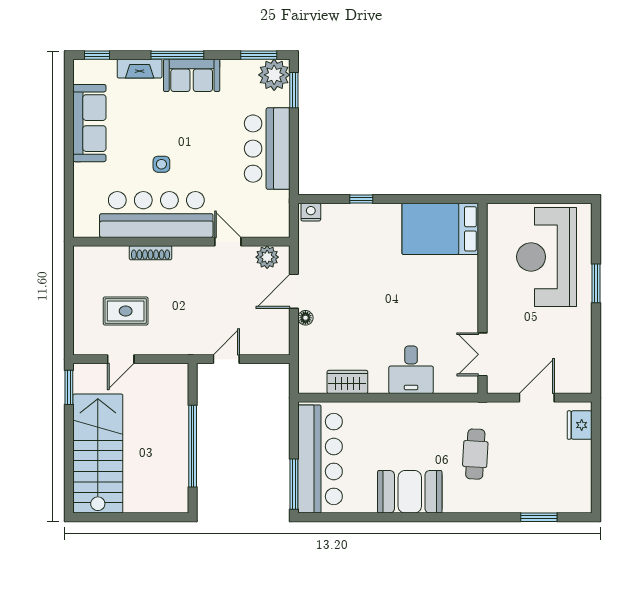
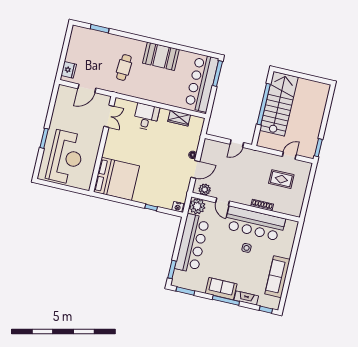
plant: (274, 75) -> (197, 206), moved
bar counter: (267, 149) -> (192, 243), width x1.36
bed: (440, 229) -> (116, 179), width x1.36
stairs: (98, 454) -> (279, 104), moved, turned 180

